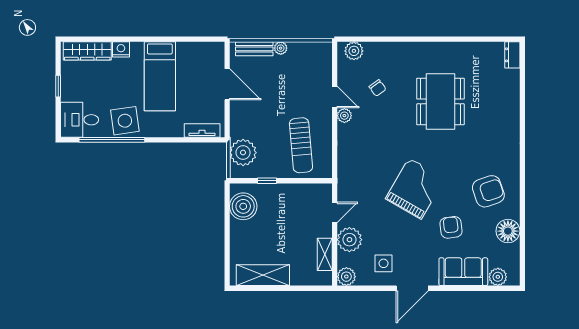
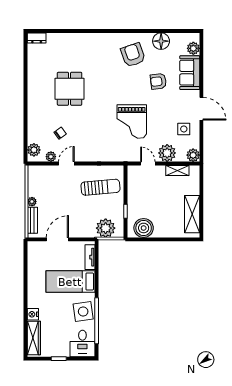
bed: (160, 76) -> (70, 282), moved, turned 180
dining table: (440, 101) -> (70, 89), width x0.73
plant: (344, 116) -> (51, 157), moved
grand piano: (415, 189) -> (132, 122), moved, turned -120

